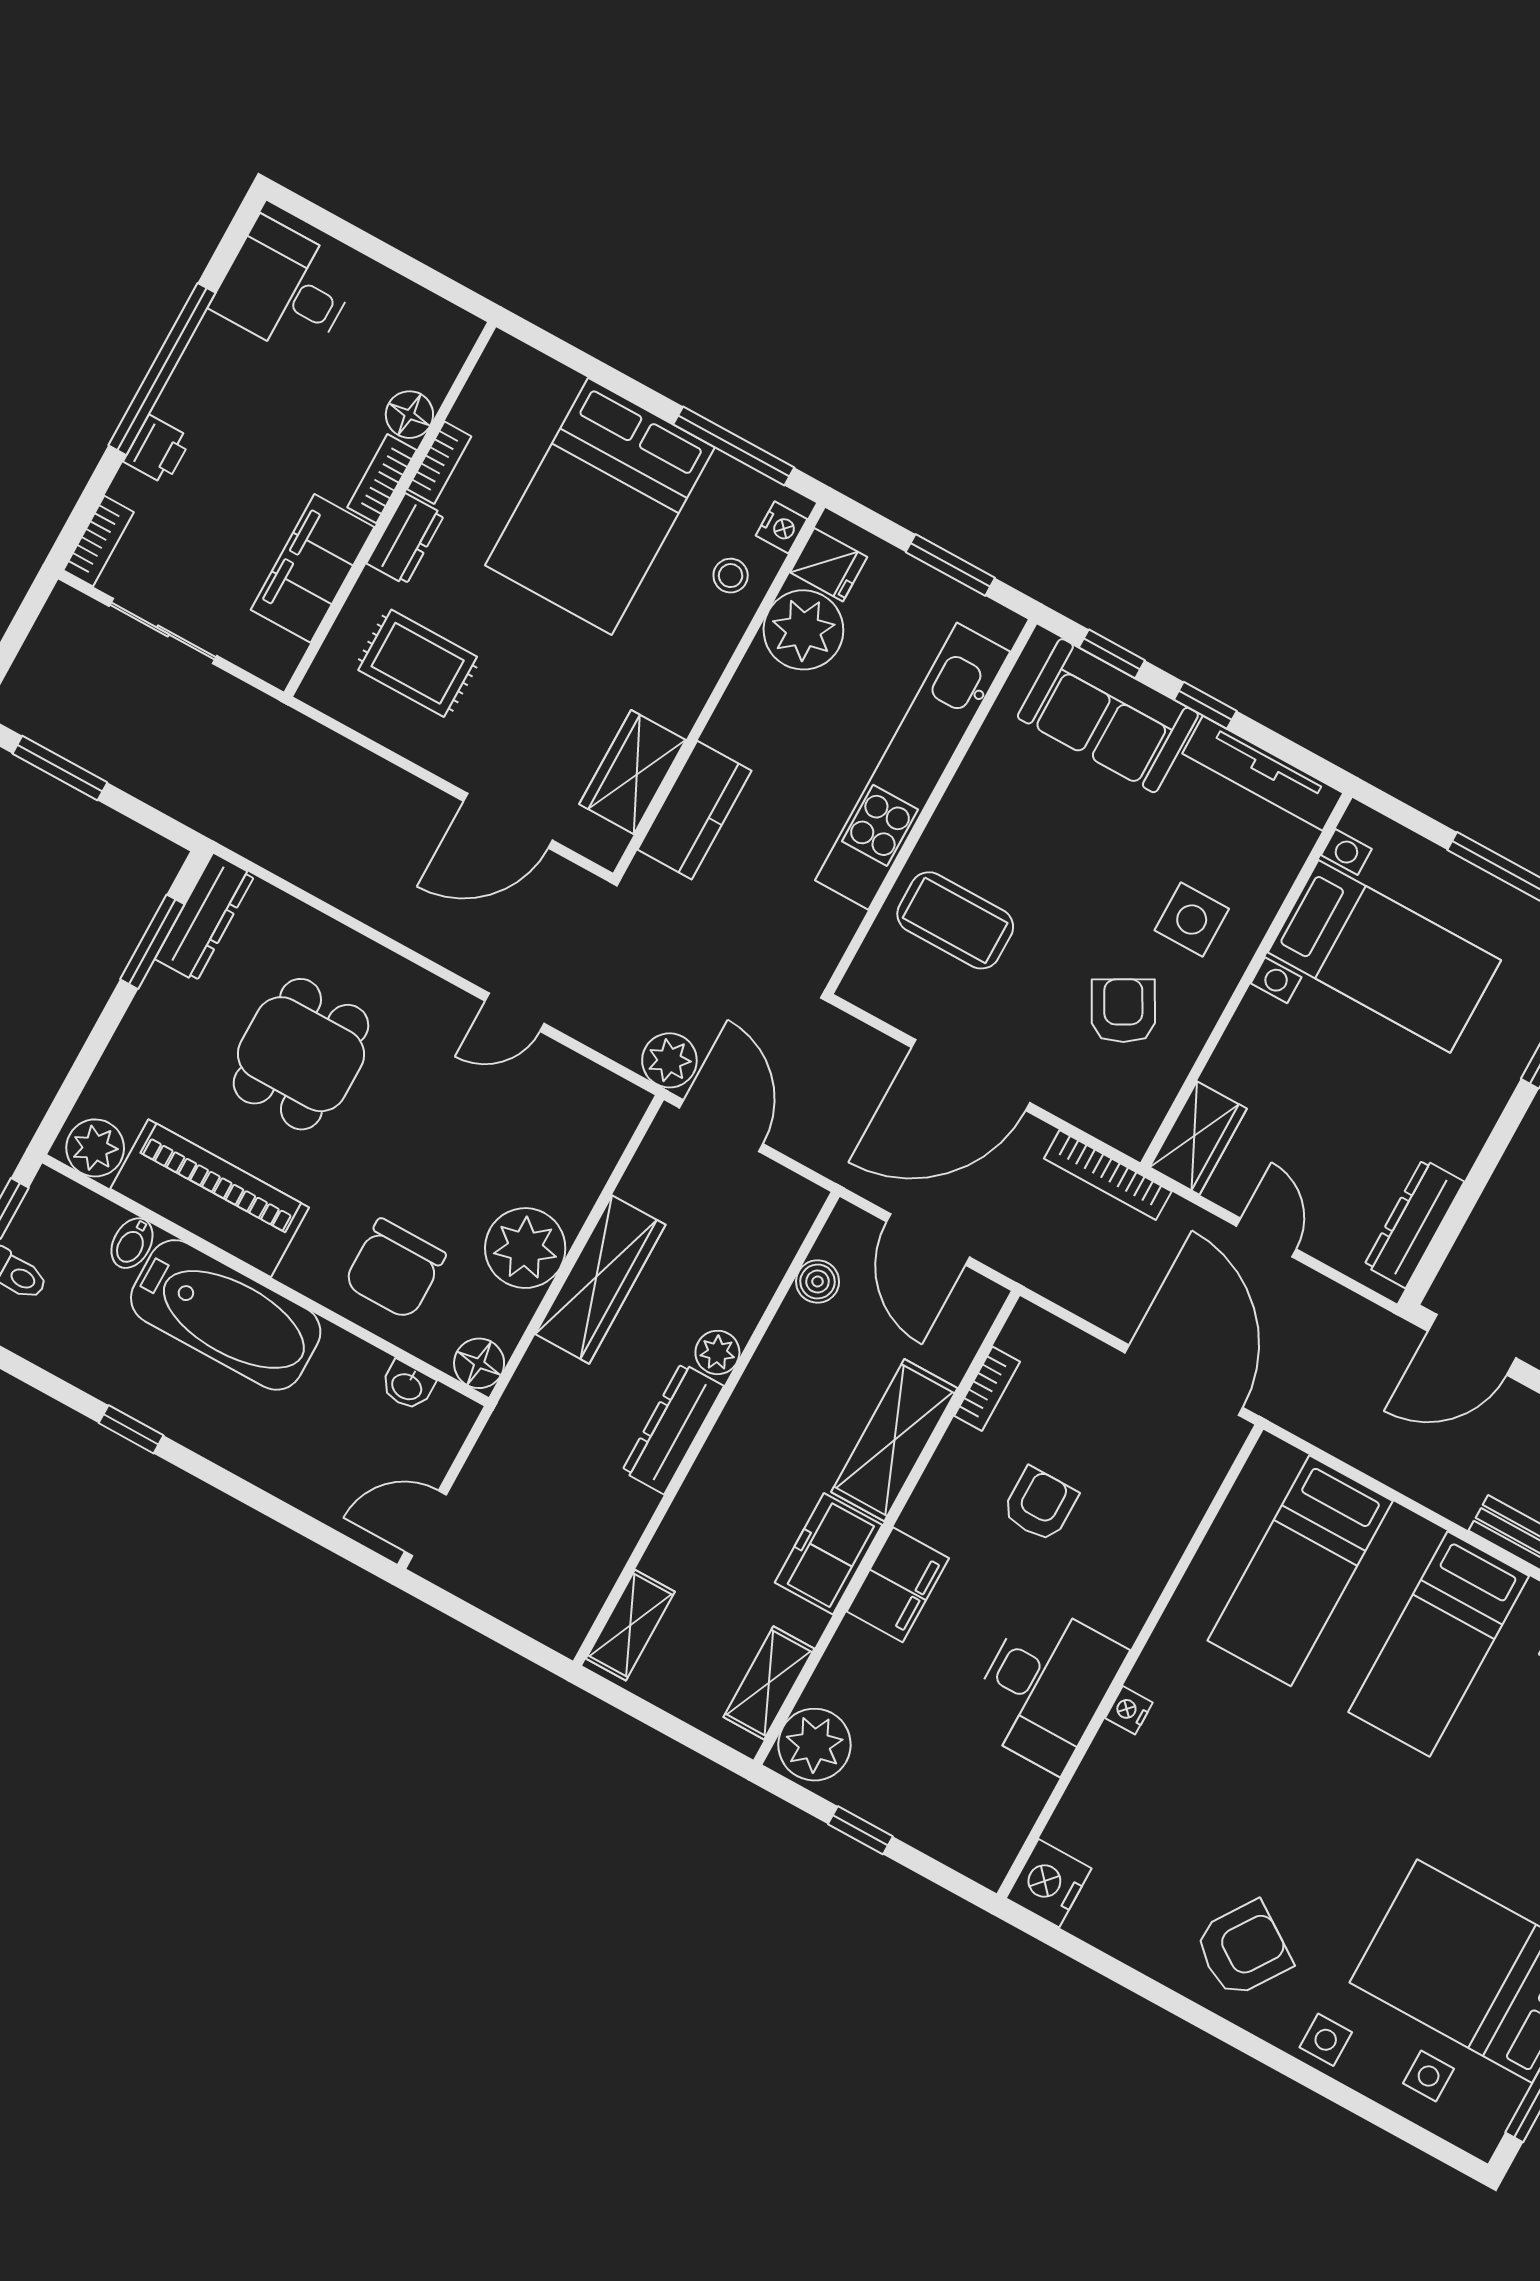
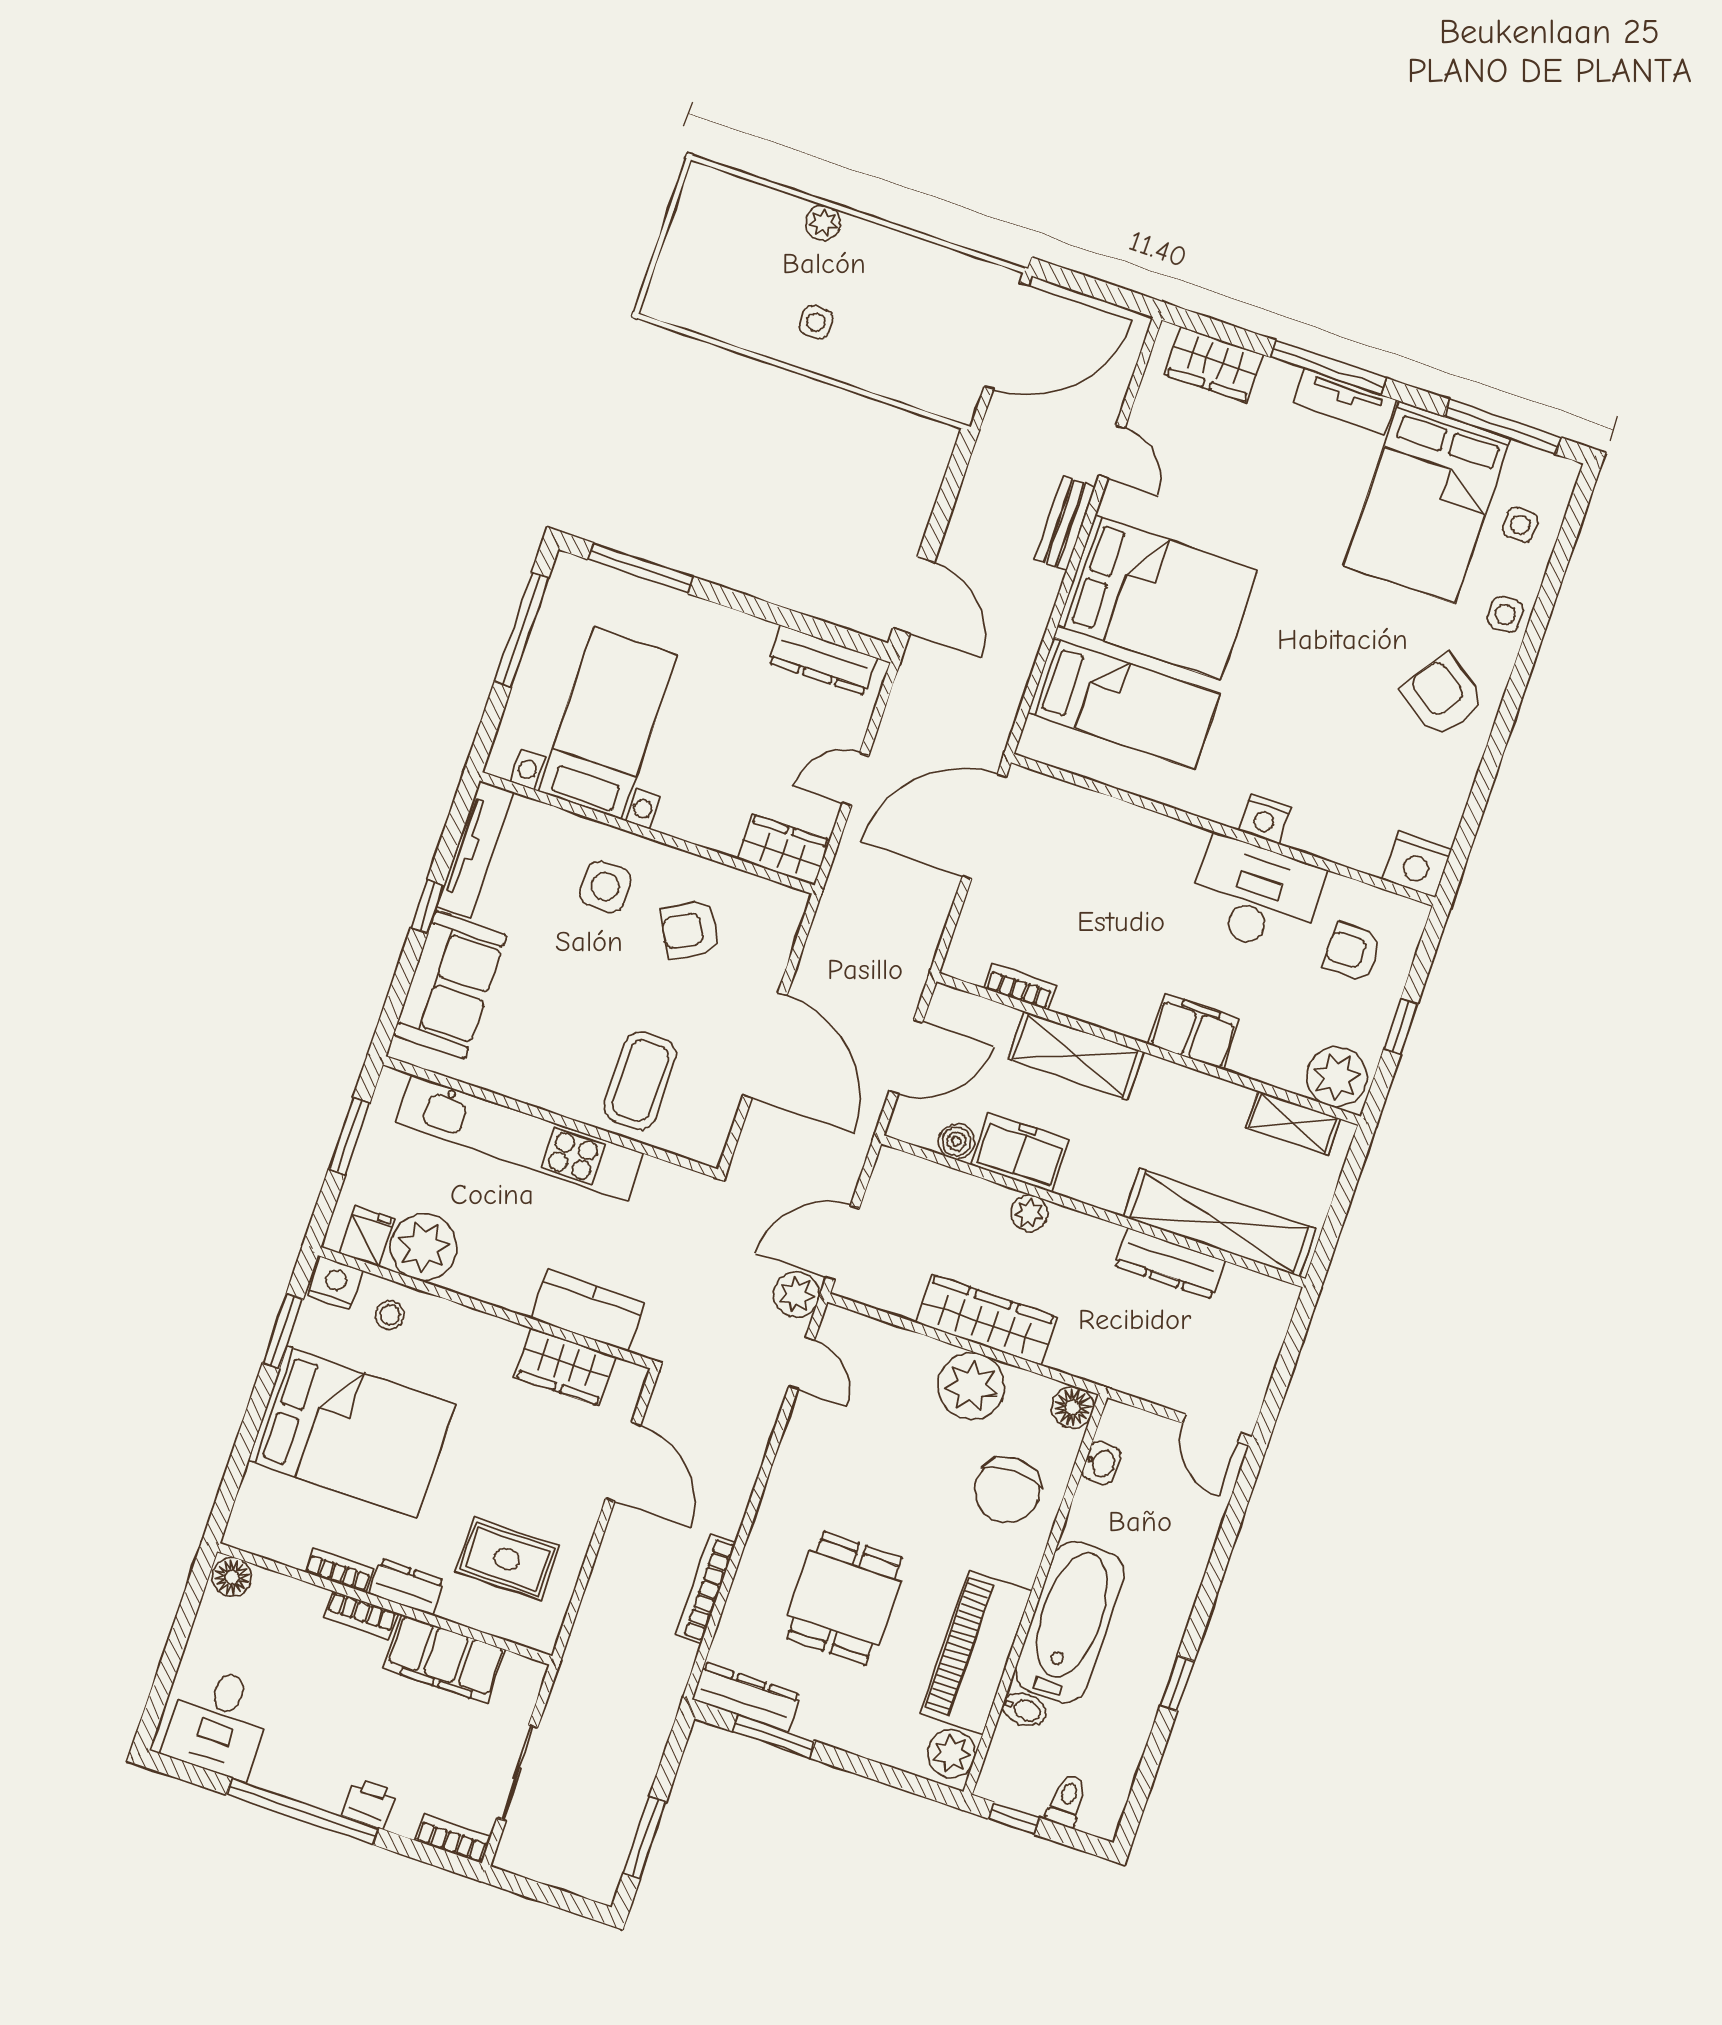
floor lamp: (409, 415) -> (232, 1577), moved
window: (734, 446) -> (283, 1331), width x0.69
nightstand: (781, 527) -> (335, 1283), width x1.39, depth x1.35
window: (1112, 654) -> (399, 990), removed
rug: (418, 663) -> (507, 1559), turned 90
door: (515, 1012) -> (802, 1364), moved
dining table: (301, 1054) -> (845, 1598), turned 90
bookcase: (1108, 1175) -> (706, 1589), moved, turned 180
chair: (395, 1269) -> (1007, 1490), turned 90
dresser: (673, 1428) -> (1170, 1263), moved
armchair: (1040, 1504) -> (1353, 952), moved
freezer: (828, 1554) -> (1020, 1153), moved, turned 180
shelving: (630, 1625) -> (1219, 1223), width x2.20, depth x1.33
bed: (1439, 1644) -> (1158, 597), width x1.50
nightstand: (1129, 1710) -> (1265, 819), width x1.39, depth x1.35

